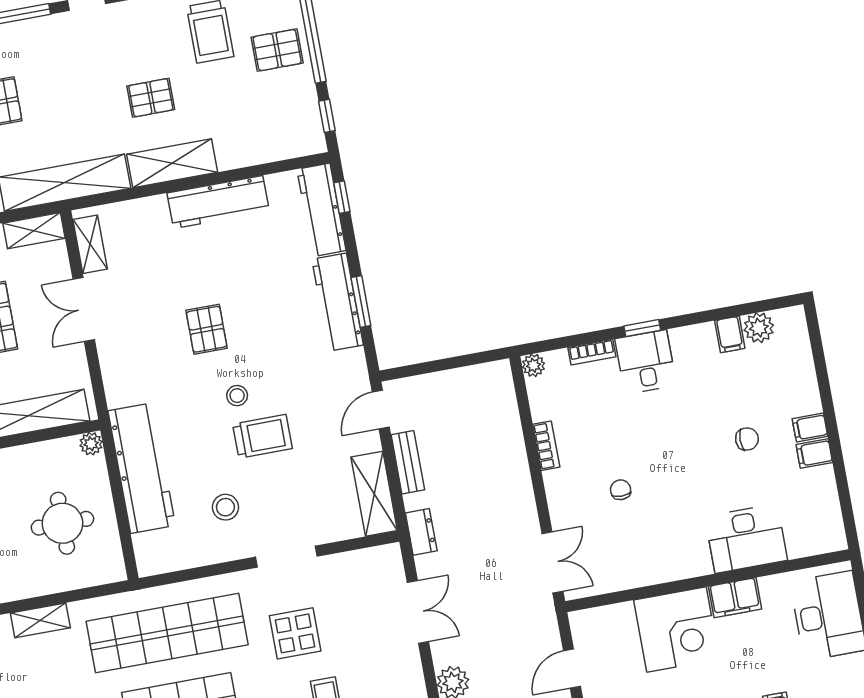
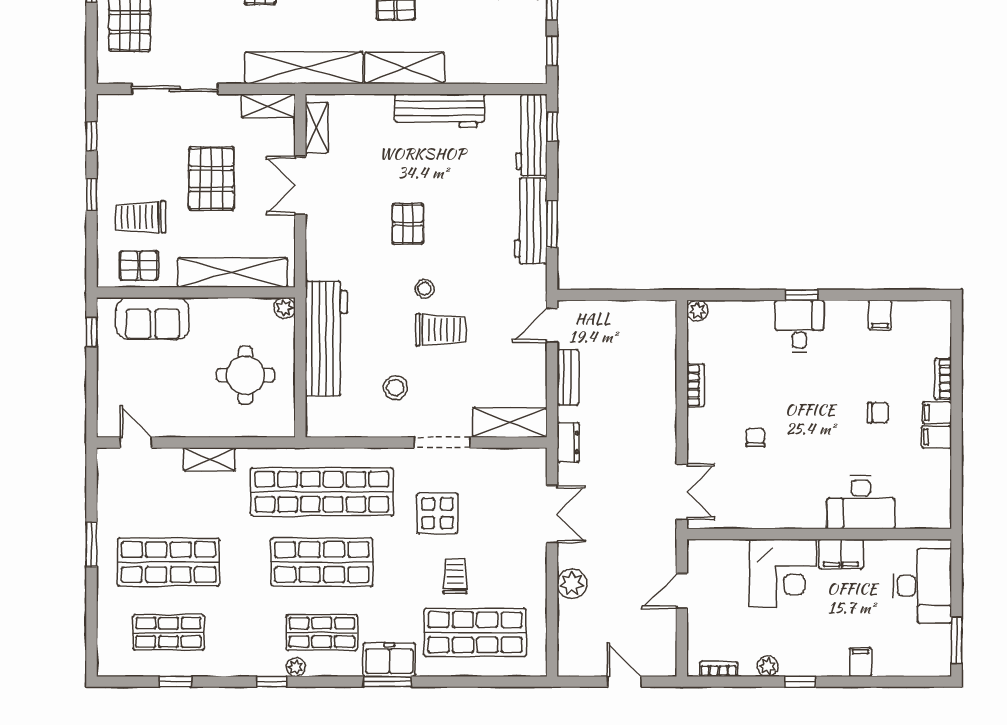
plant: (759, 328) -> (907, 314), removed
bookcase: (592, 352) -> (943, 379), moved, turned 90
shelving: (374, 494) -> (510, 423), moved, turned 90

